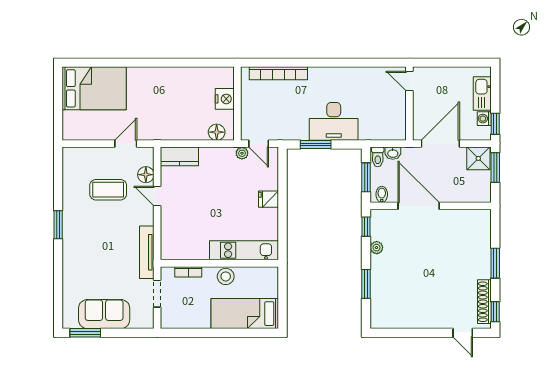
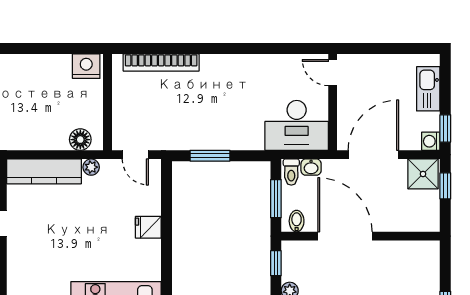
nightstand: (225, 99) -> (86, 66), moved, turned -90
washing machine: (484, 119) -> (431, 141), moved
desk: (334, 121) -> (297, 125), moved
plant: (242, 153) -> (91, 167), moved
kitchen counter: (179, 156) -> (44, 171), width x1.50
window: (495, 168) -> (445, 186), width x0.67

